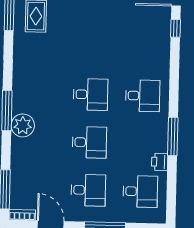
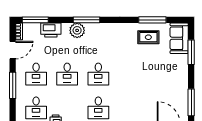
printer: (21, 166) -> (51, 30), added

